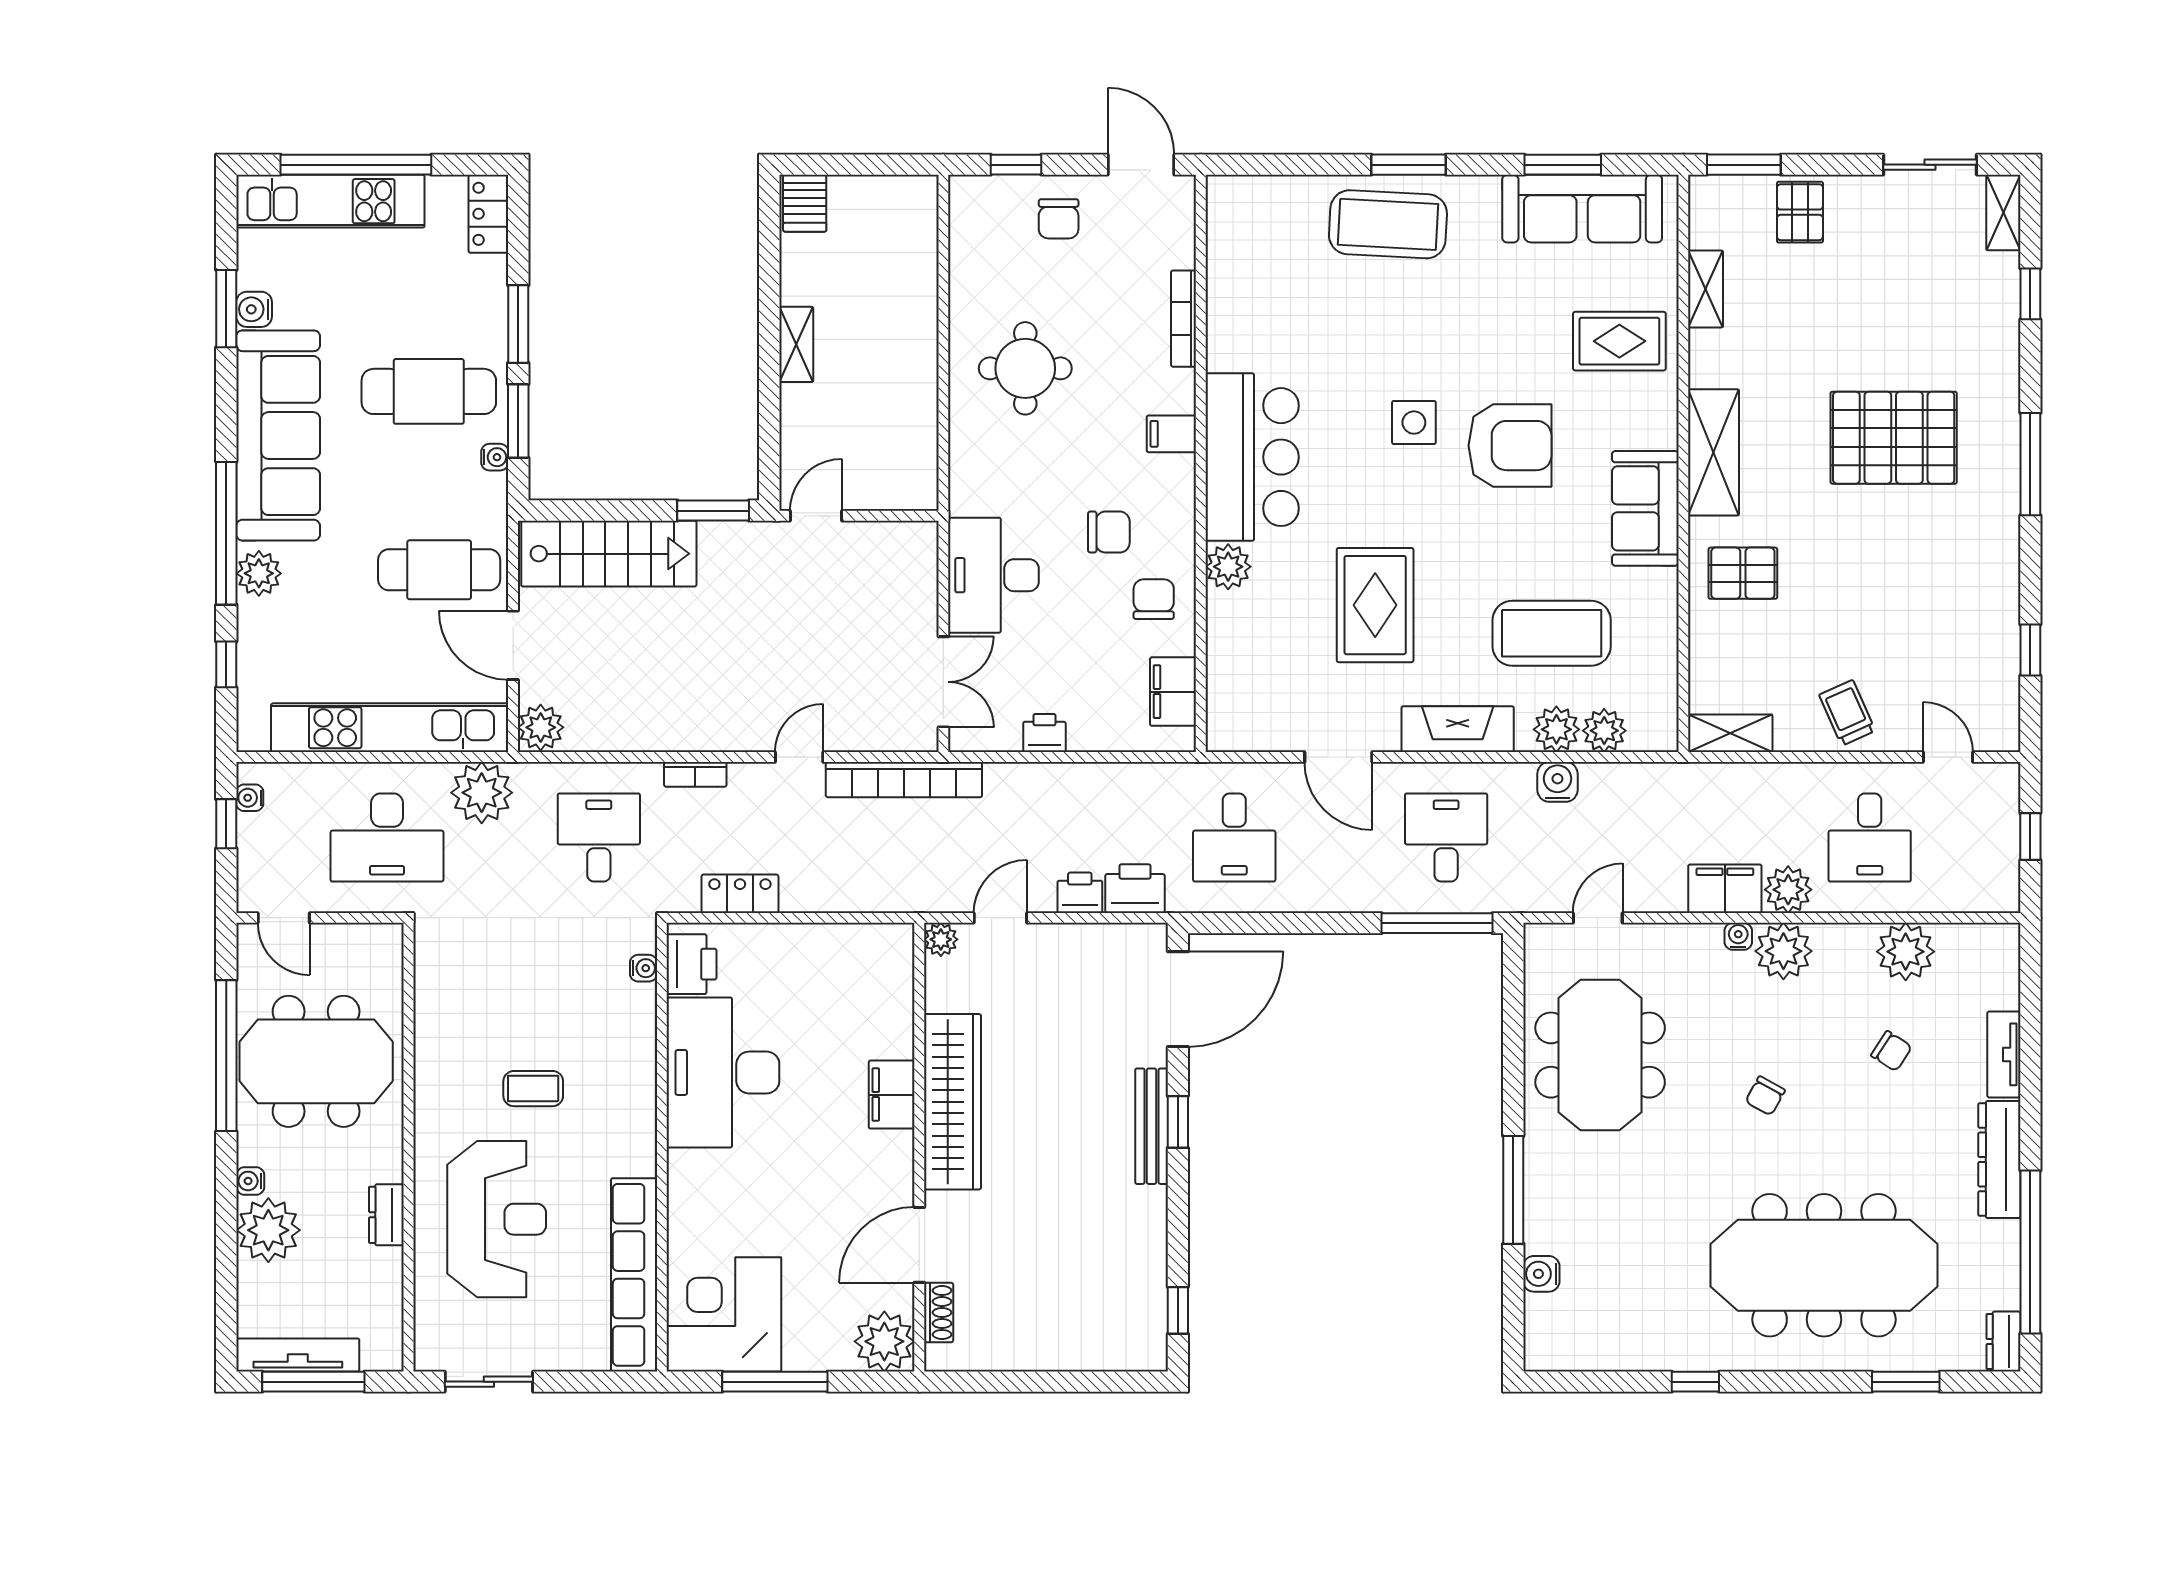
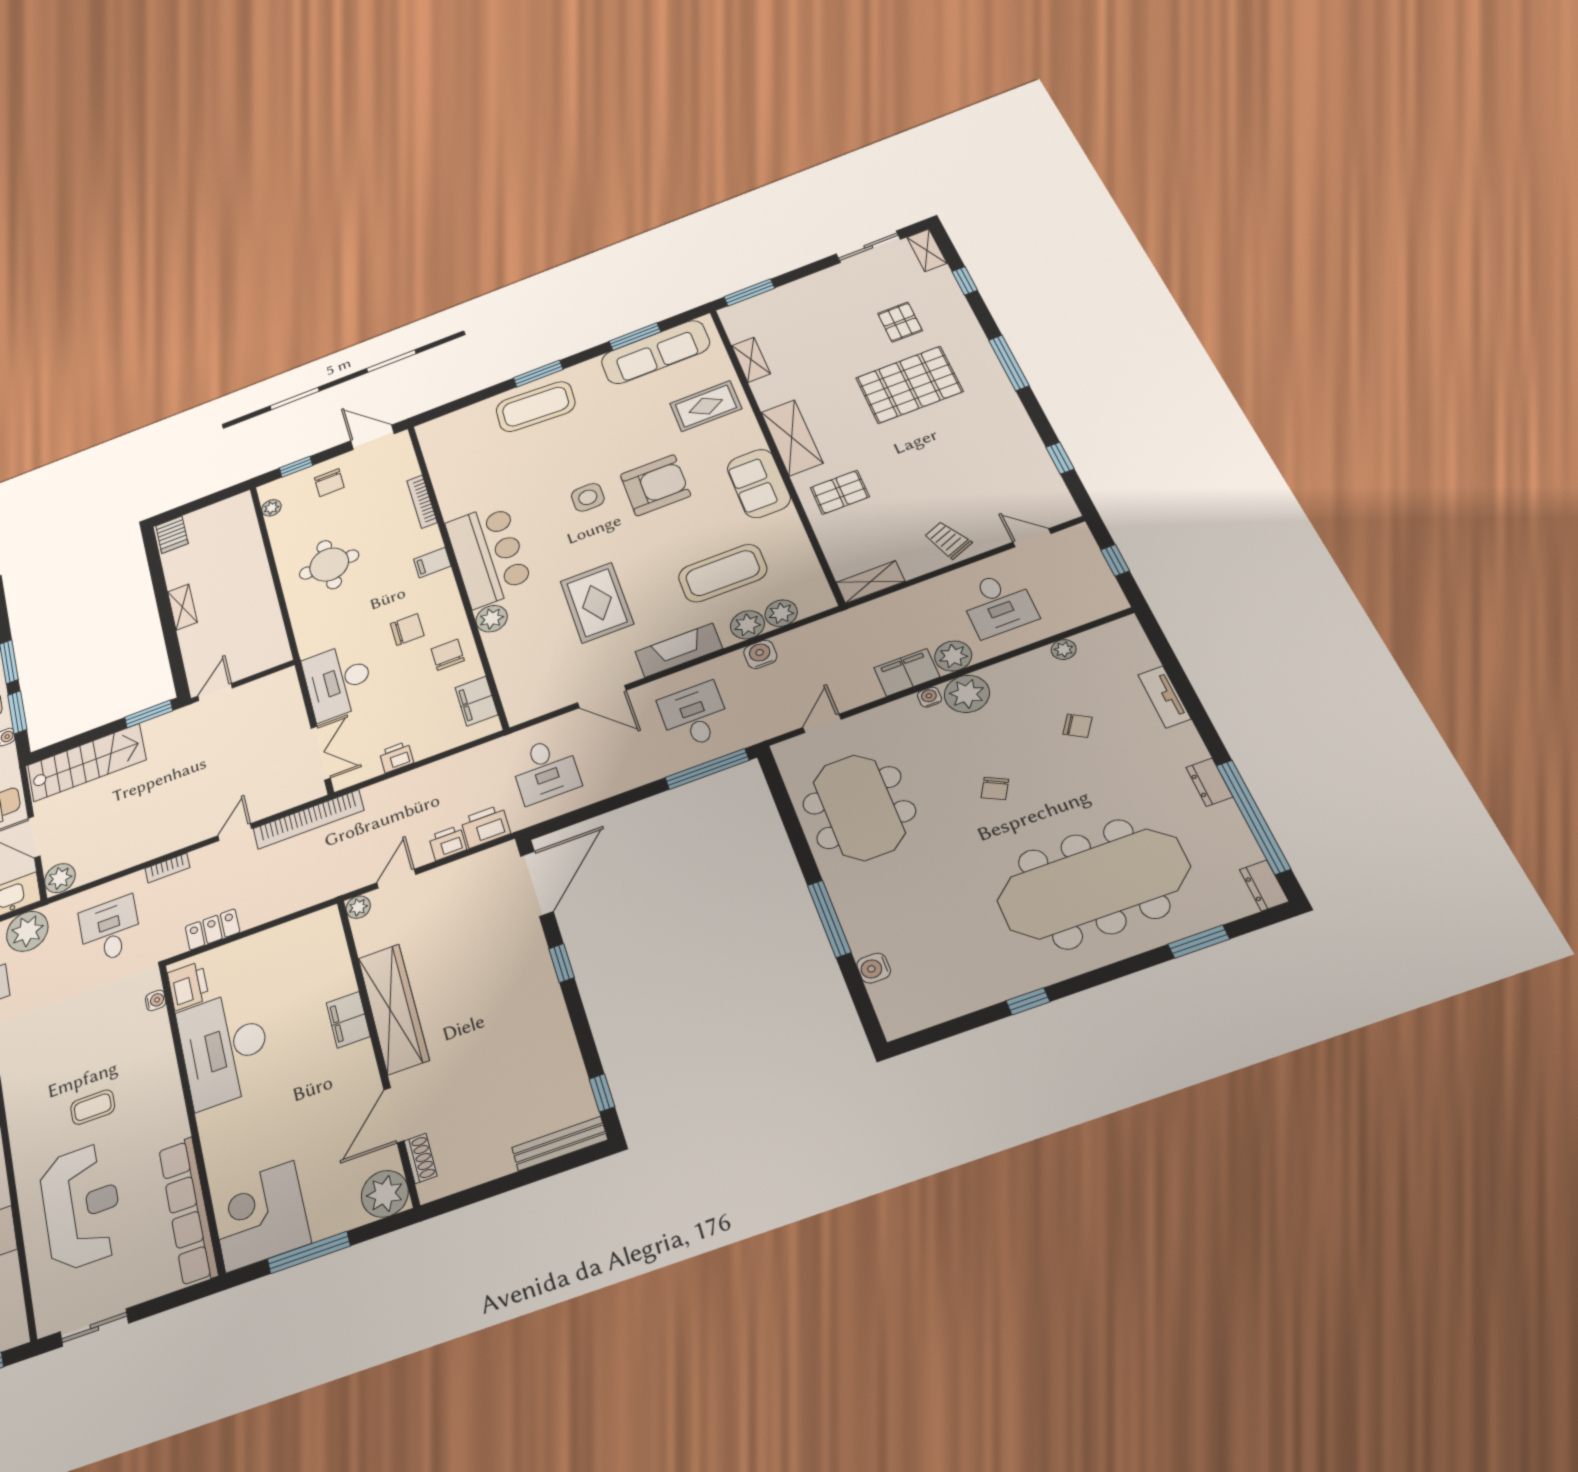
pallet: (1800, 212) -> (900, 322), moved
plant: (963, 225) -> (271, 508), added
plant: (1906, 952) -> (1064, 650), width x0.53, depth x0.53
bench: (1152, 1126) -> (560, 1144), moved, turned 90
dresser: (1999, 1160) -> (1209, 782), width x0.51, depth x0.80

